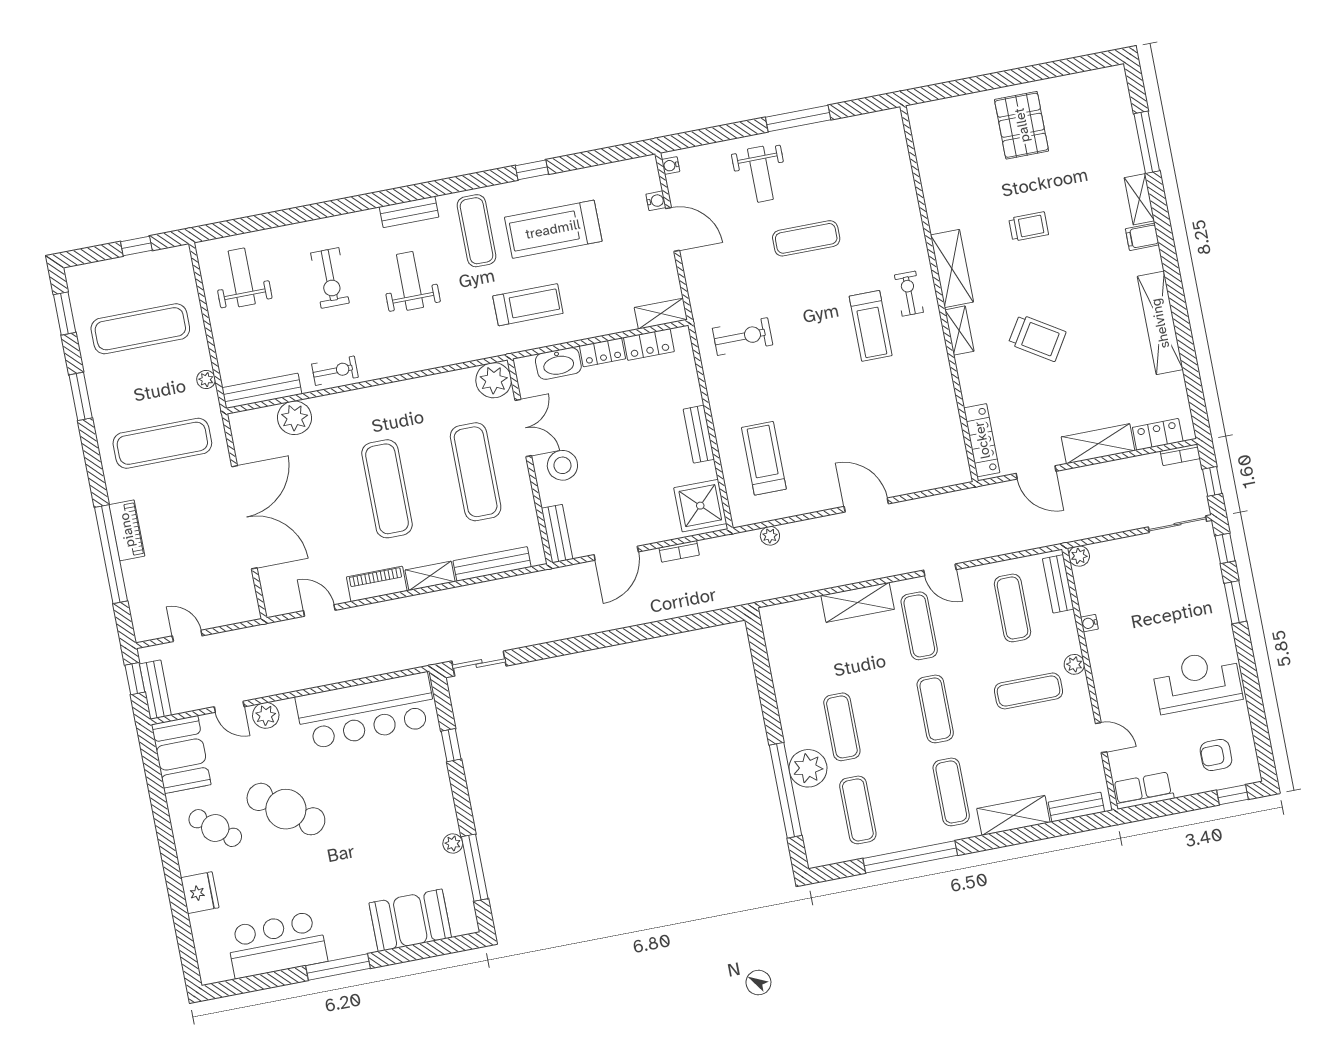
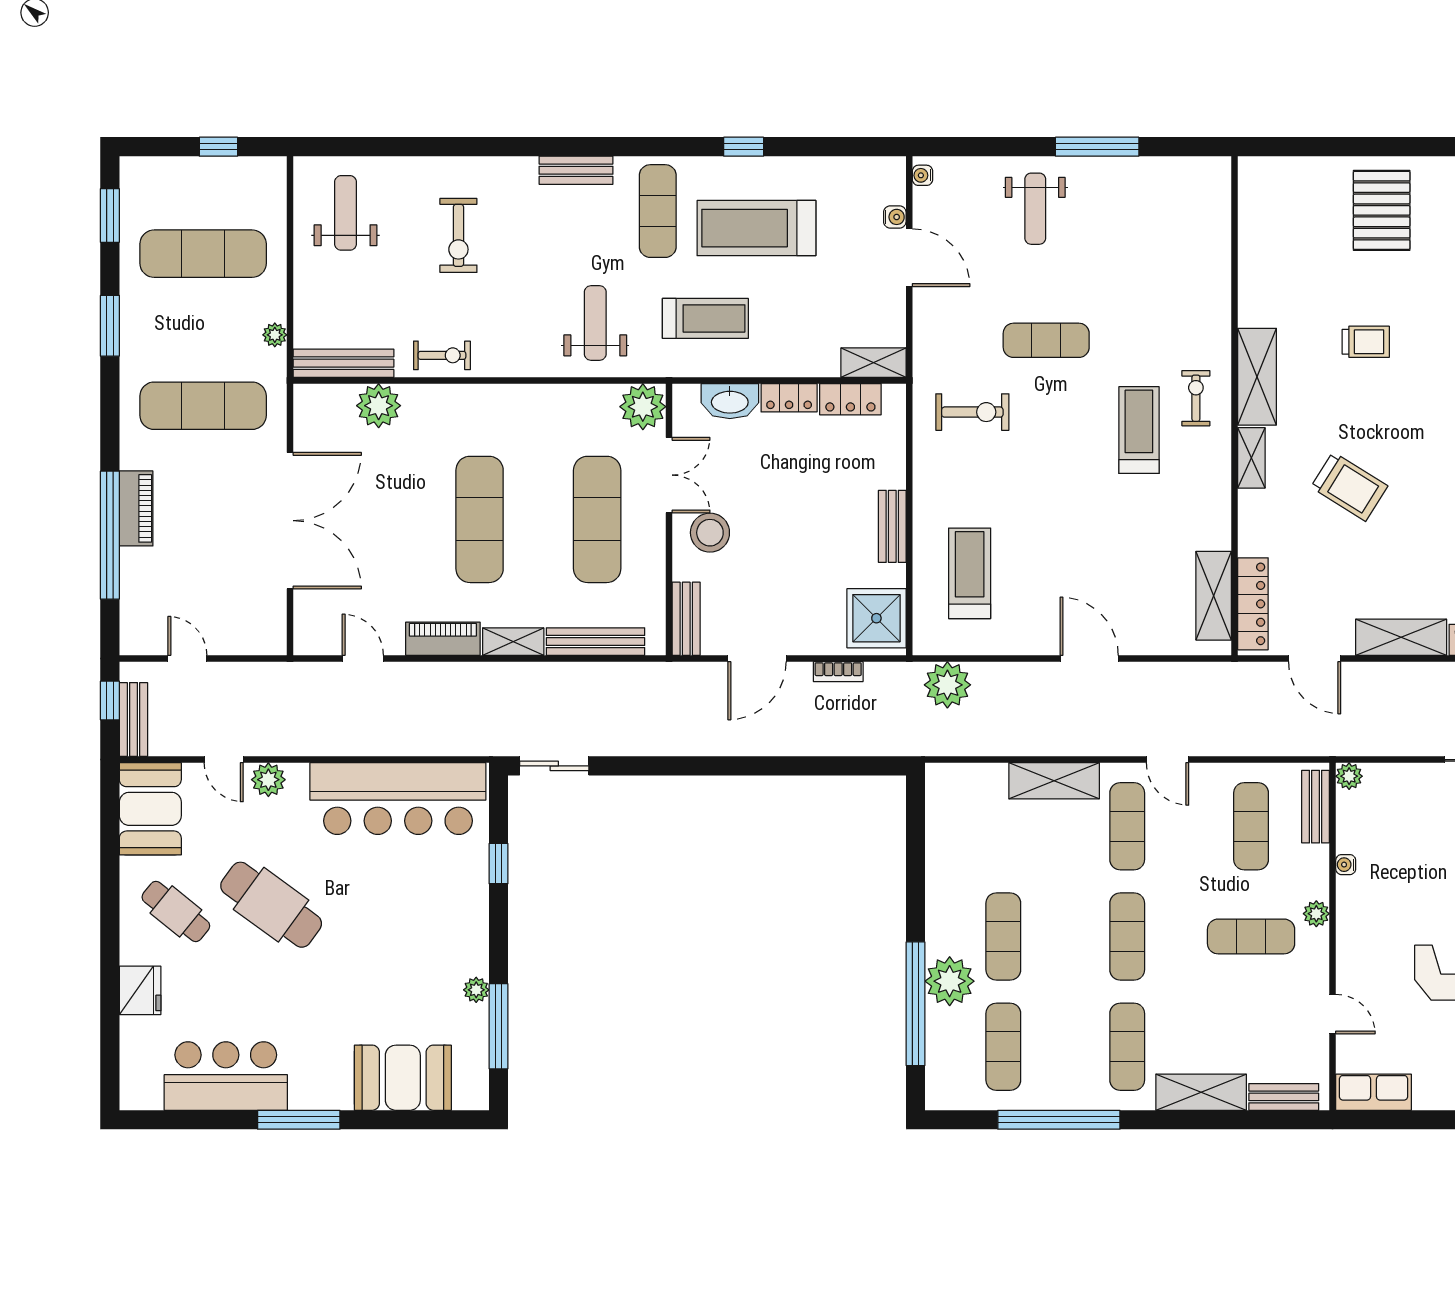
exercise mat: (806, 238) -> (1046, 340), moved
weight bench: (410, 281) -> (595, 323), moved
treadmill: (871, 326) -> (1139, 430), turned 180
shelving: (951, 440) -> (1214, 596), added
plant: (770, 536) -> (947, 685), width x1.88, depth x1.88

